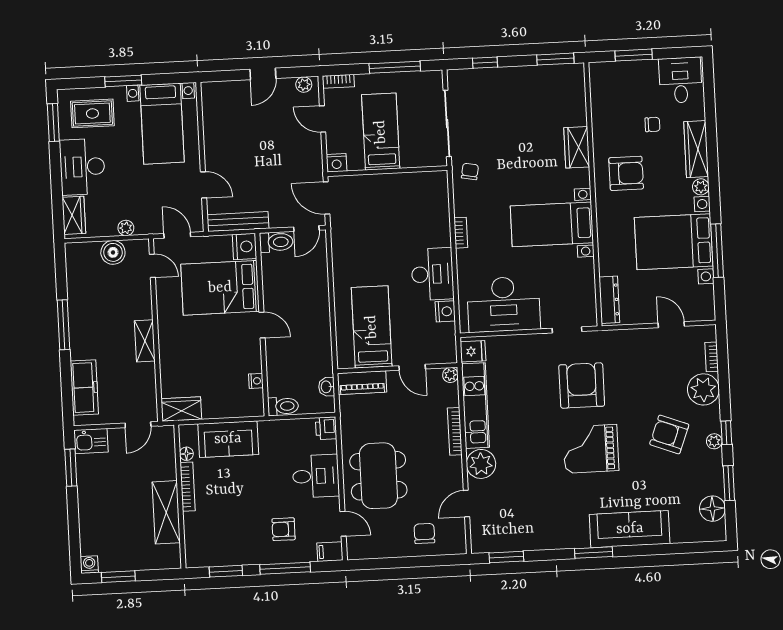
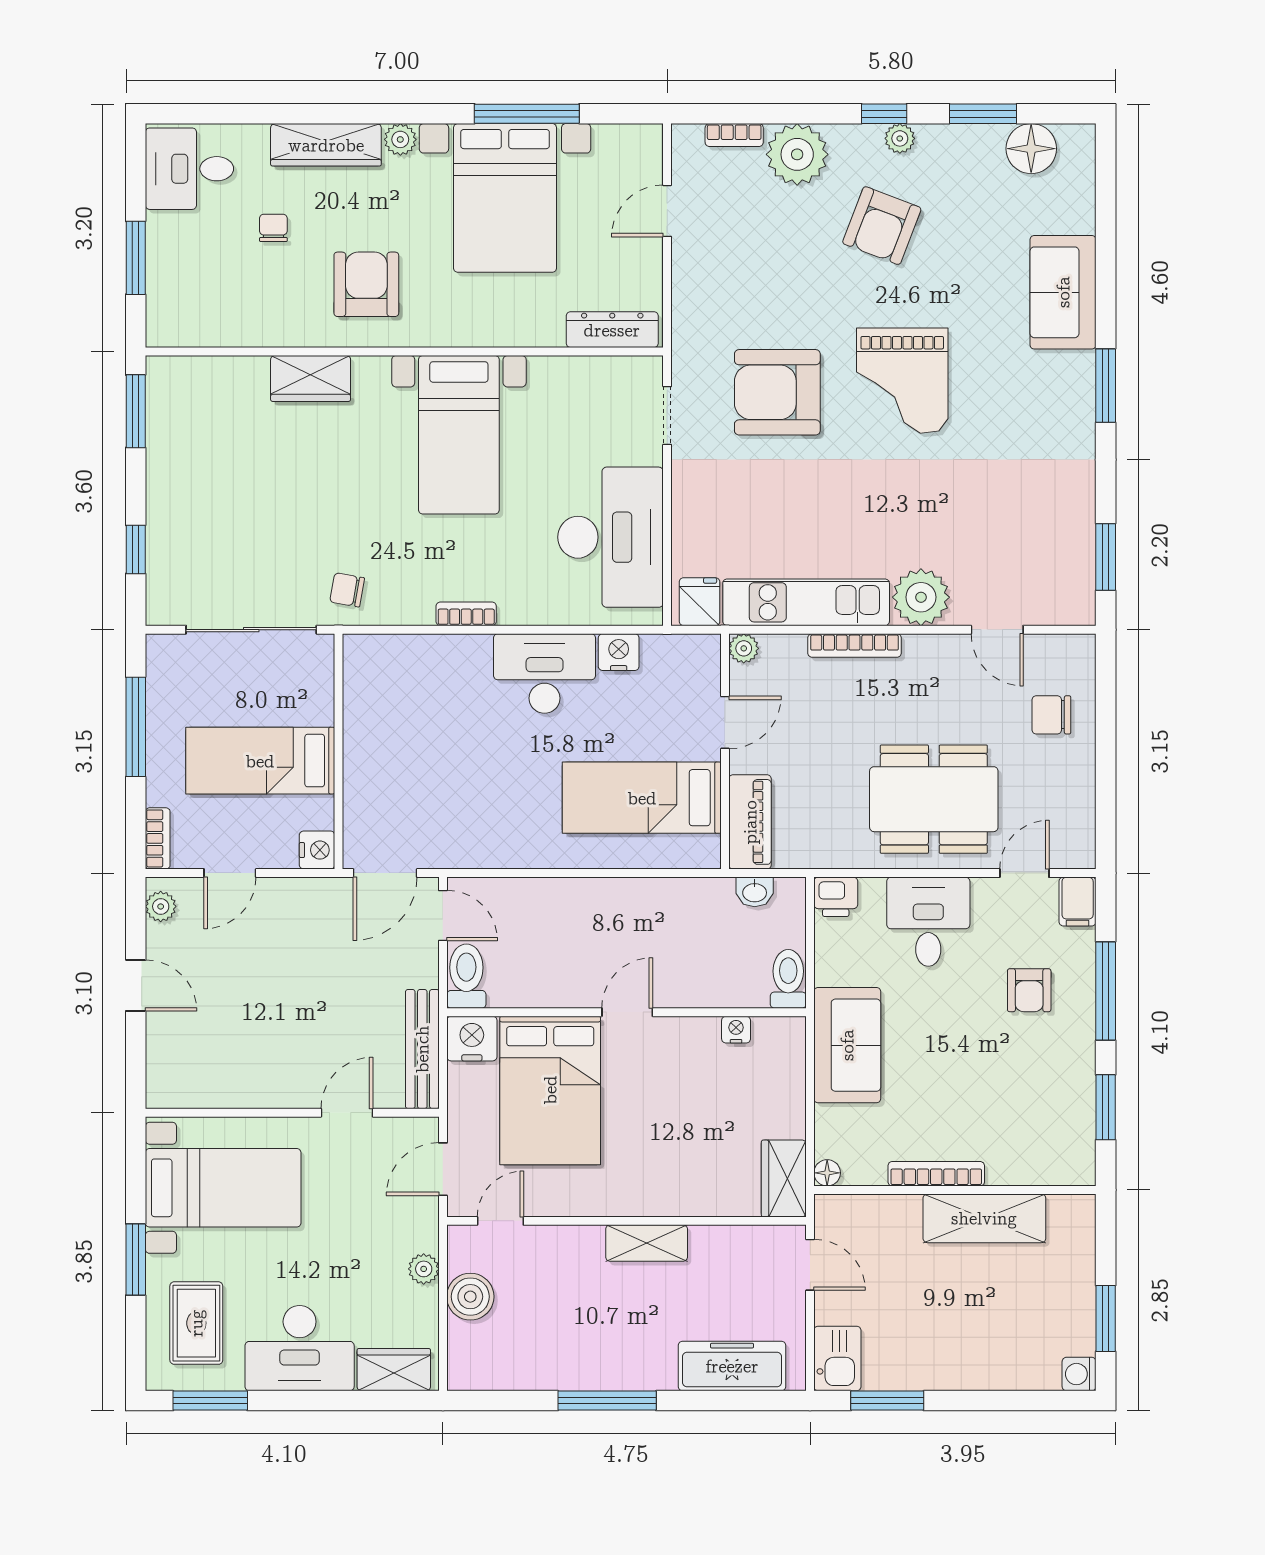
sofa: (228, 439) -> (847, 1045), moved
floor lamp: (186, 454) -> (827, 1173), moved
sofa: (630, 529) -> (1063, 292), width x0.73

